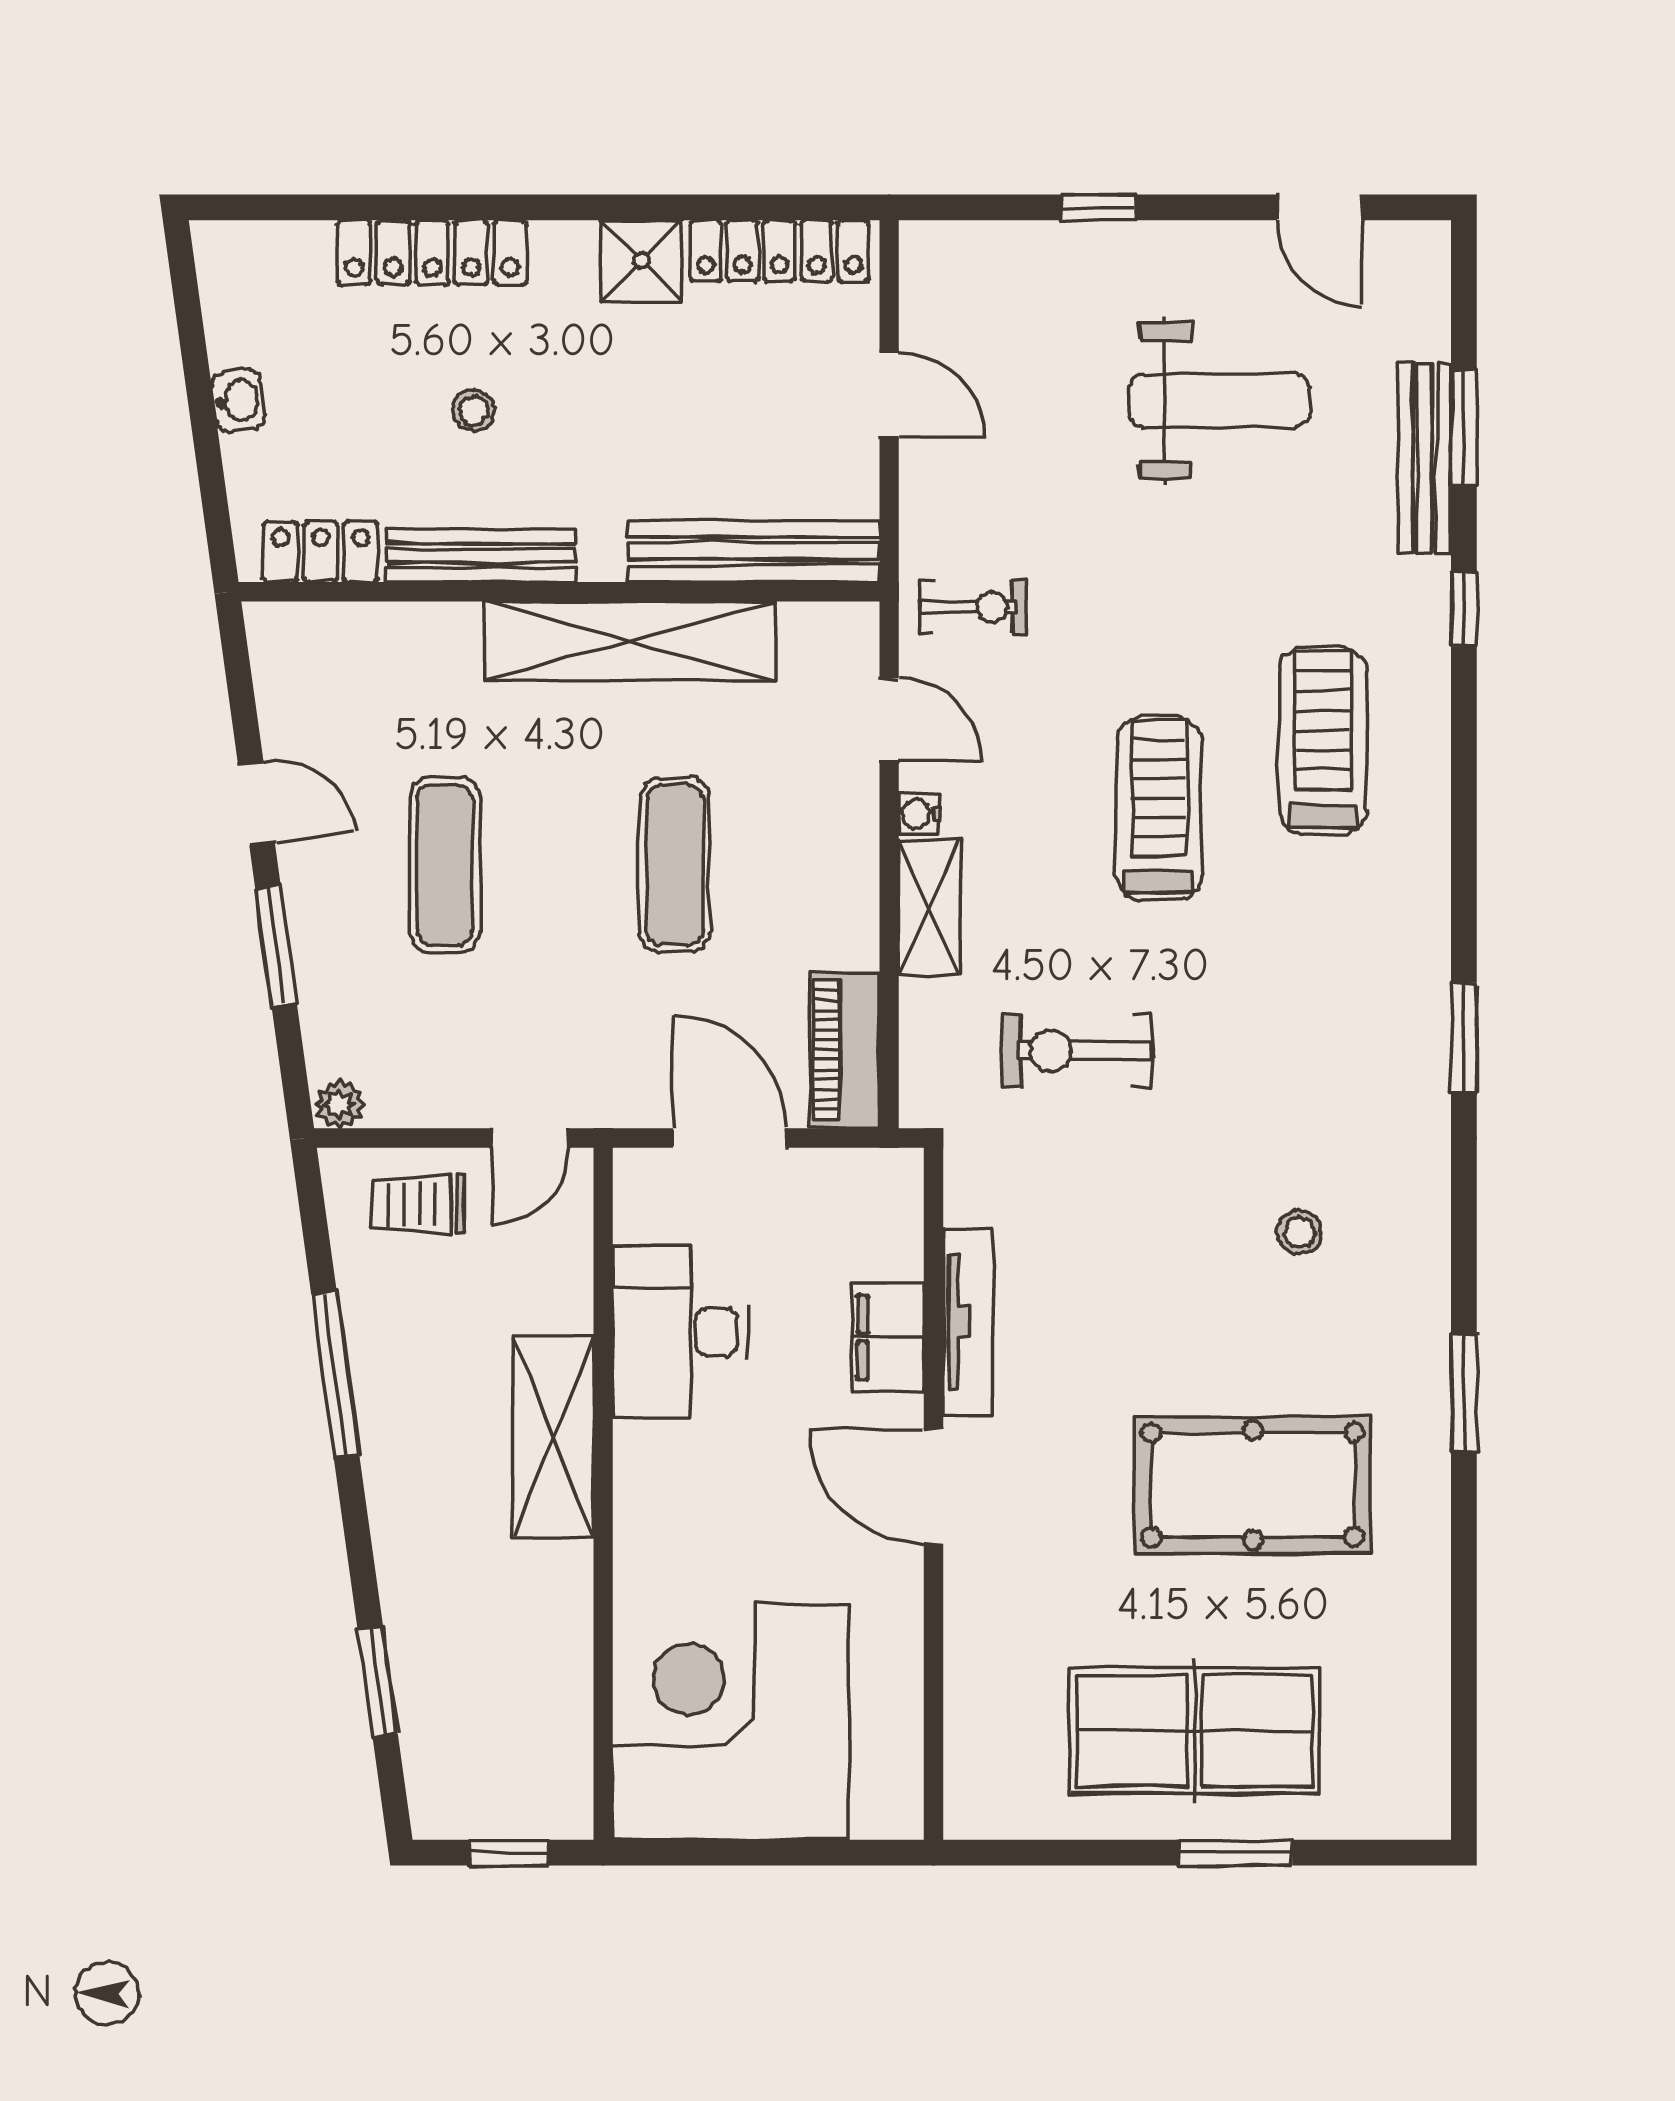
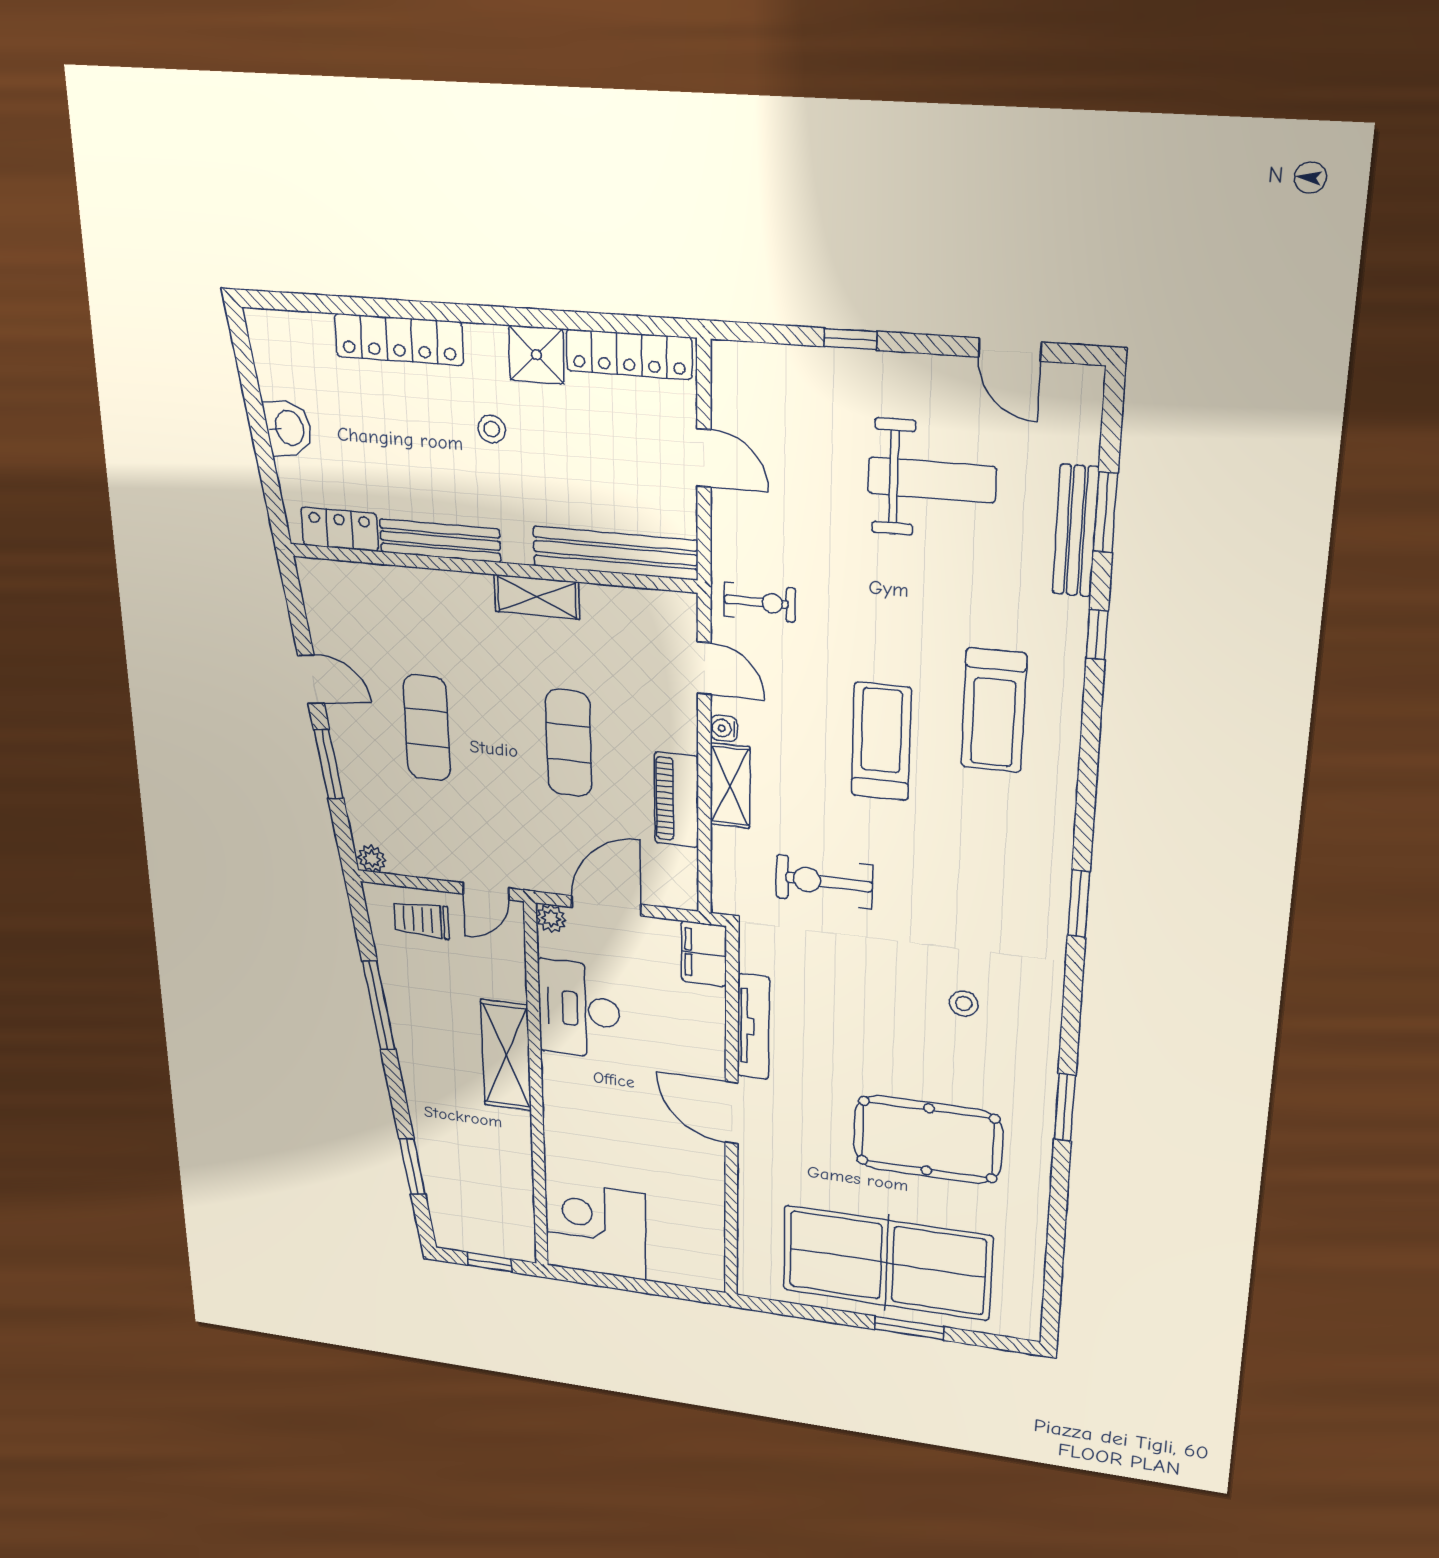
washbasin: (238, 401) -> (288, 428), width x1.38, depth x1.45
stool: (474, 411) -> (492, 429), moved
shelving: (631, 641) -> (537, 597), width x0.45, depth x0.75
treadmill: (1323, 741) -> (994, 710), turned 180
piano: (845, 1050) -> (677, 800), moved
door: (730, 1138) -> (606, 906), hinge flipped
plant: (638, 1172) -> (551, 918), added
filing cabinet: (888, 1337) -> (704, 954), moved
corner desk: (731, 1722) -> (595, 1230), width x0.74, depth x0.74
table tennis table: (1195, 1731) -> (887, 1263), width x1.36, depth x1.32

